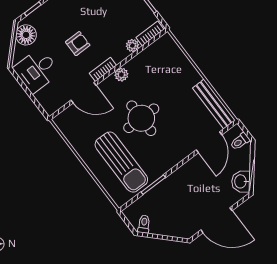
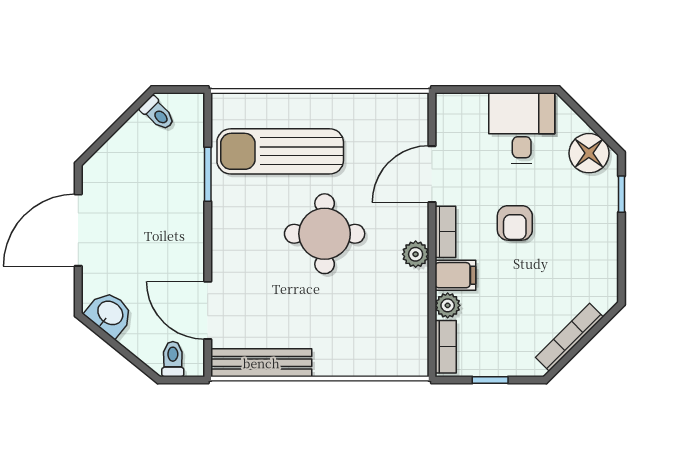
filing cabinet: (118, 52) -> (455, 275), added

